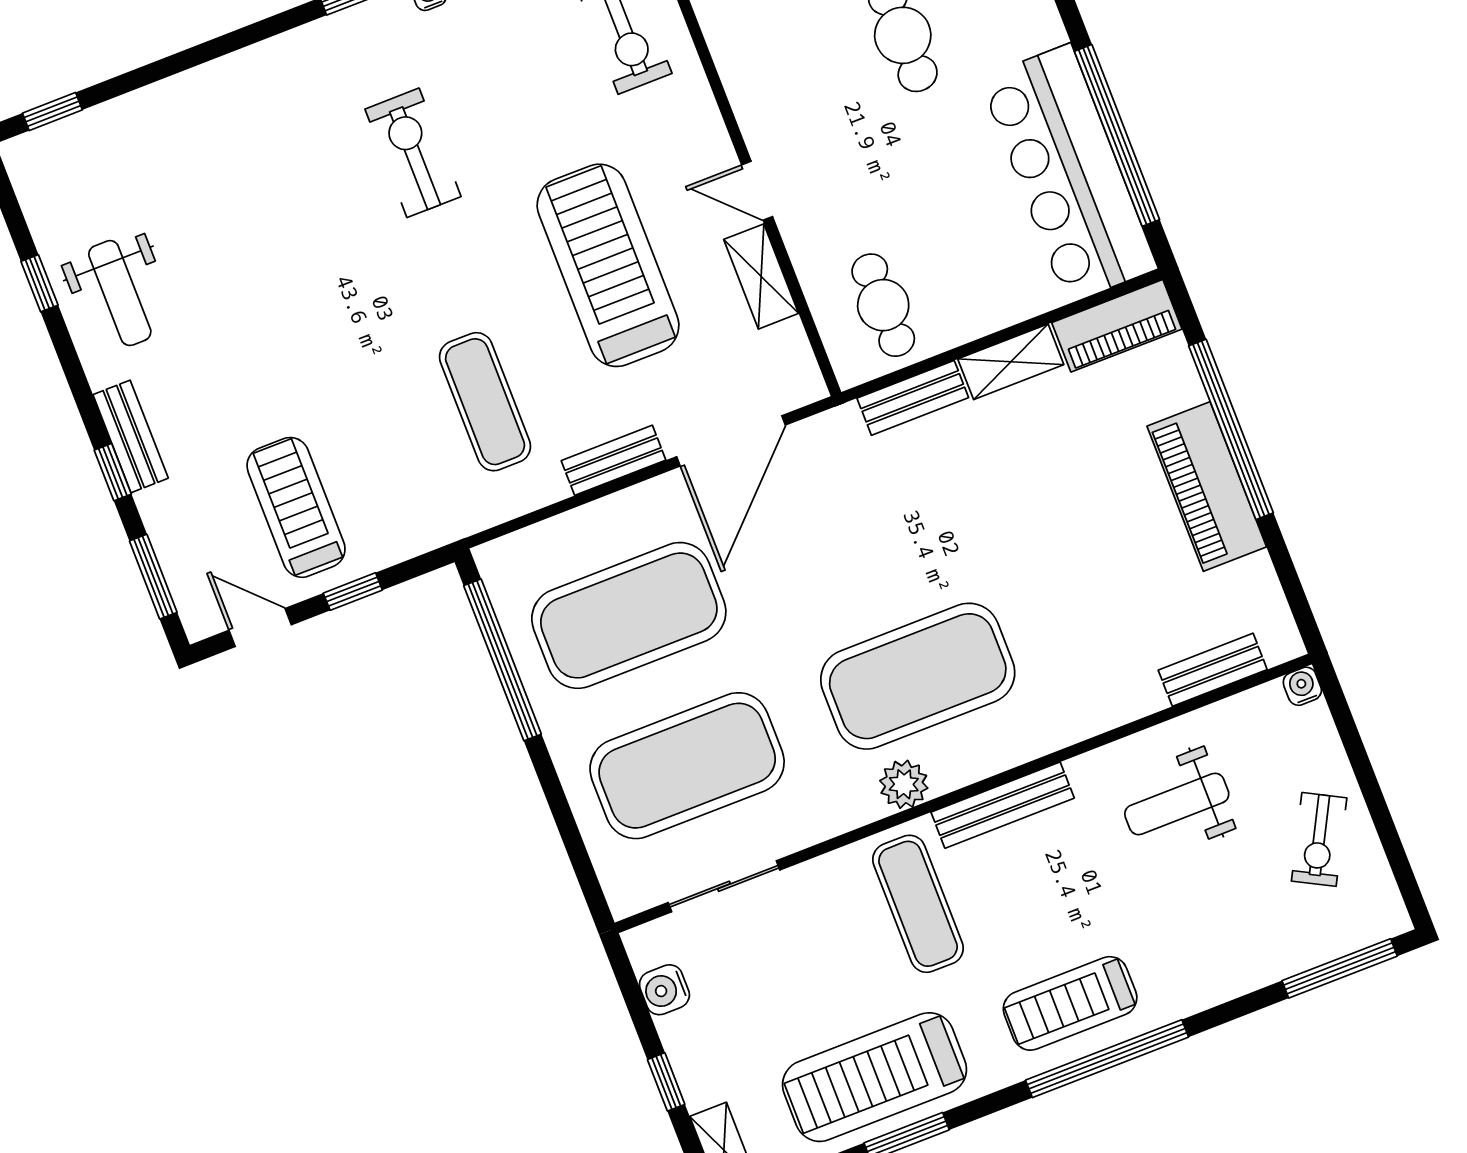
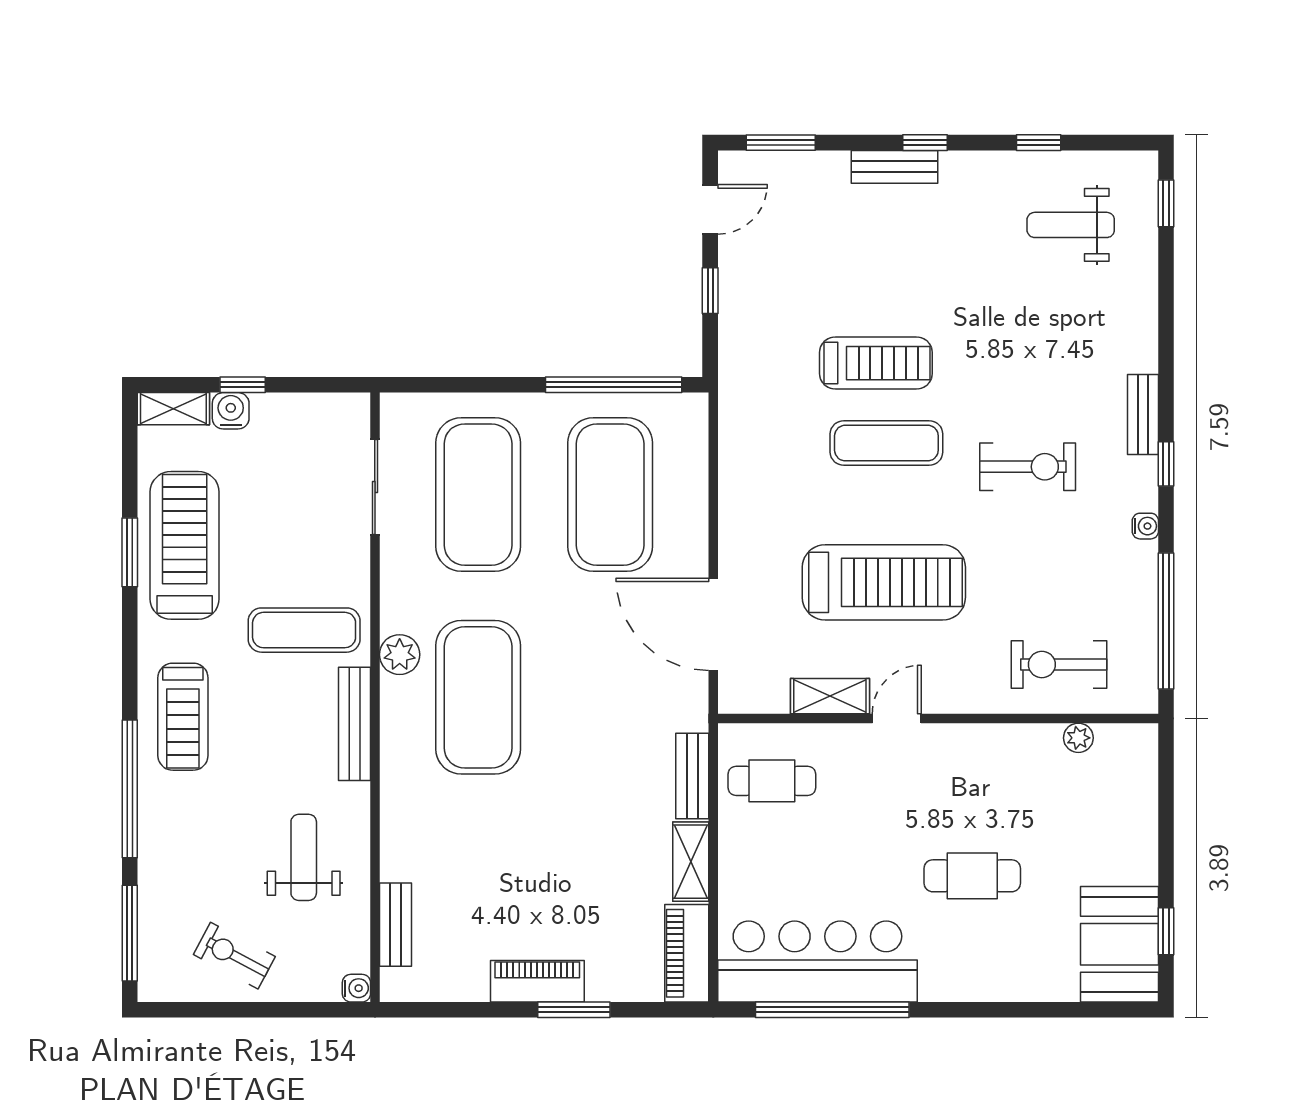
weight bench: (120, 293) -> (1071, 225), moved
exercise mat: (485, 402) -> (886, 443), moved
window: (1231, 429) -> (574, 1010), width x0.47
bench: (614, 460) -> (1143, 414), moved
window: (113, 472) -> (925, 143), moved
piano: (1207, 487) -> (537, 981), width x0.73, depth x0.75
treadmill: (296, 507) -> (876, 363), moved
water cooler: (664, 990) -> (231, 411), moved
treadmill: (1070, 1003) -> (183, 717), turned 180
window: (1107, 1059) -> (130, 789), moved

